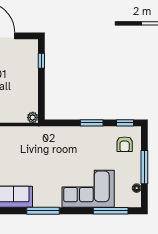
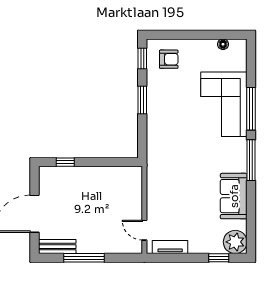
plant: (33, 117) -> (136, 173), removed
window: (144, 167) -> (197, 35), removed
window: (111, 211) -> (251, 109), moved

